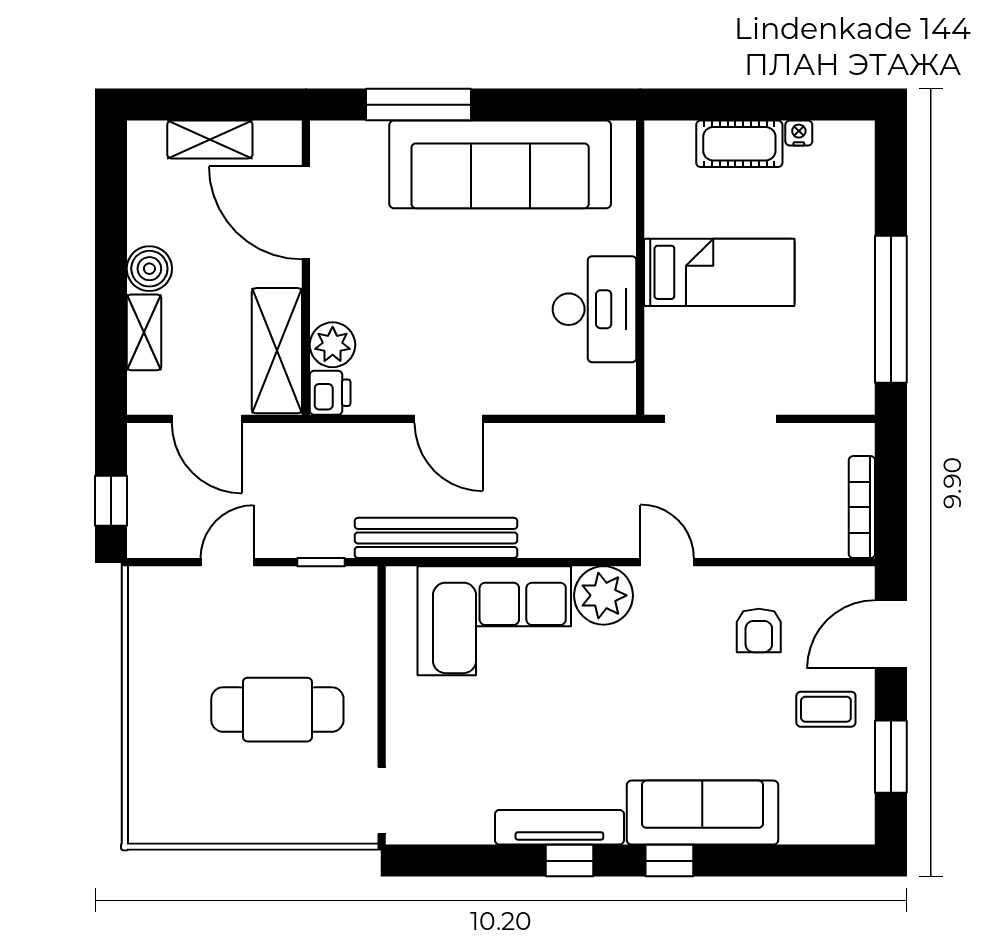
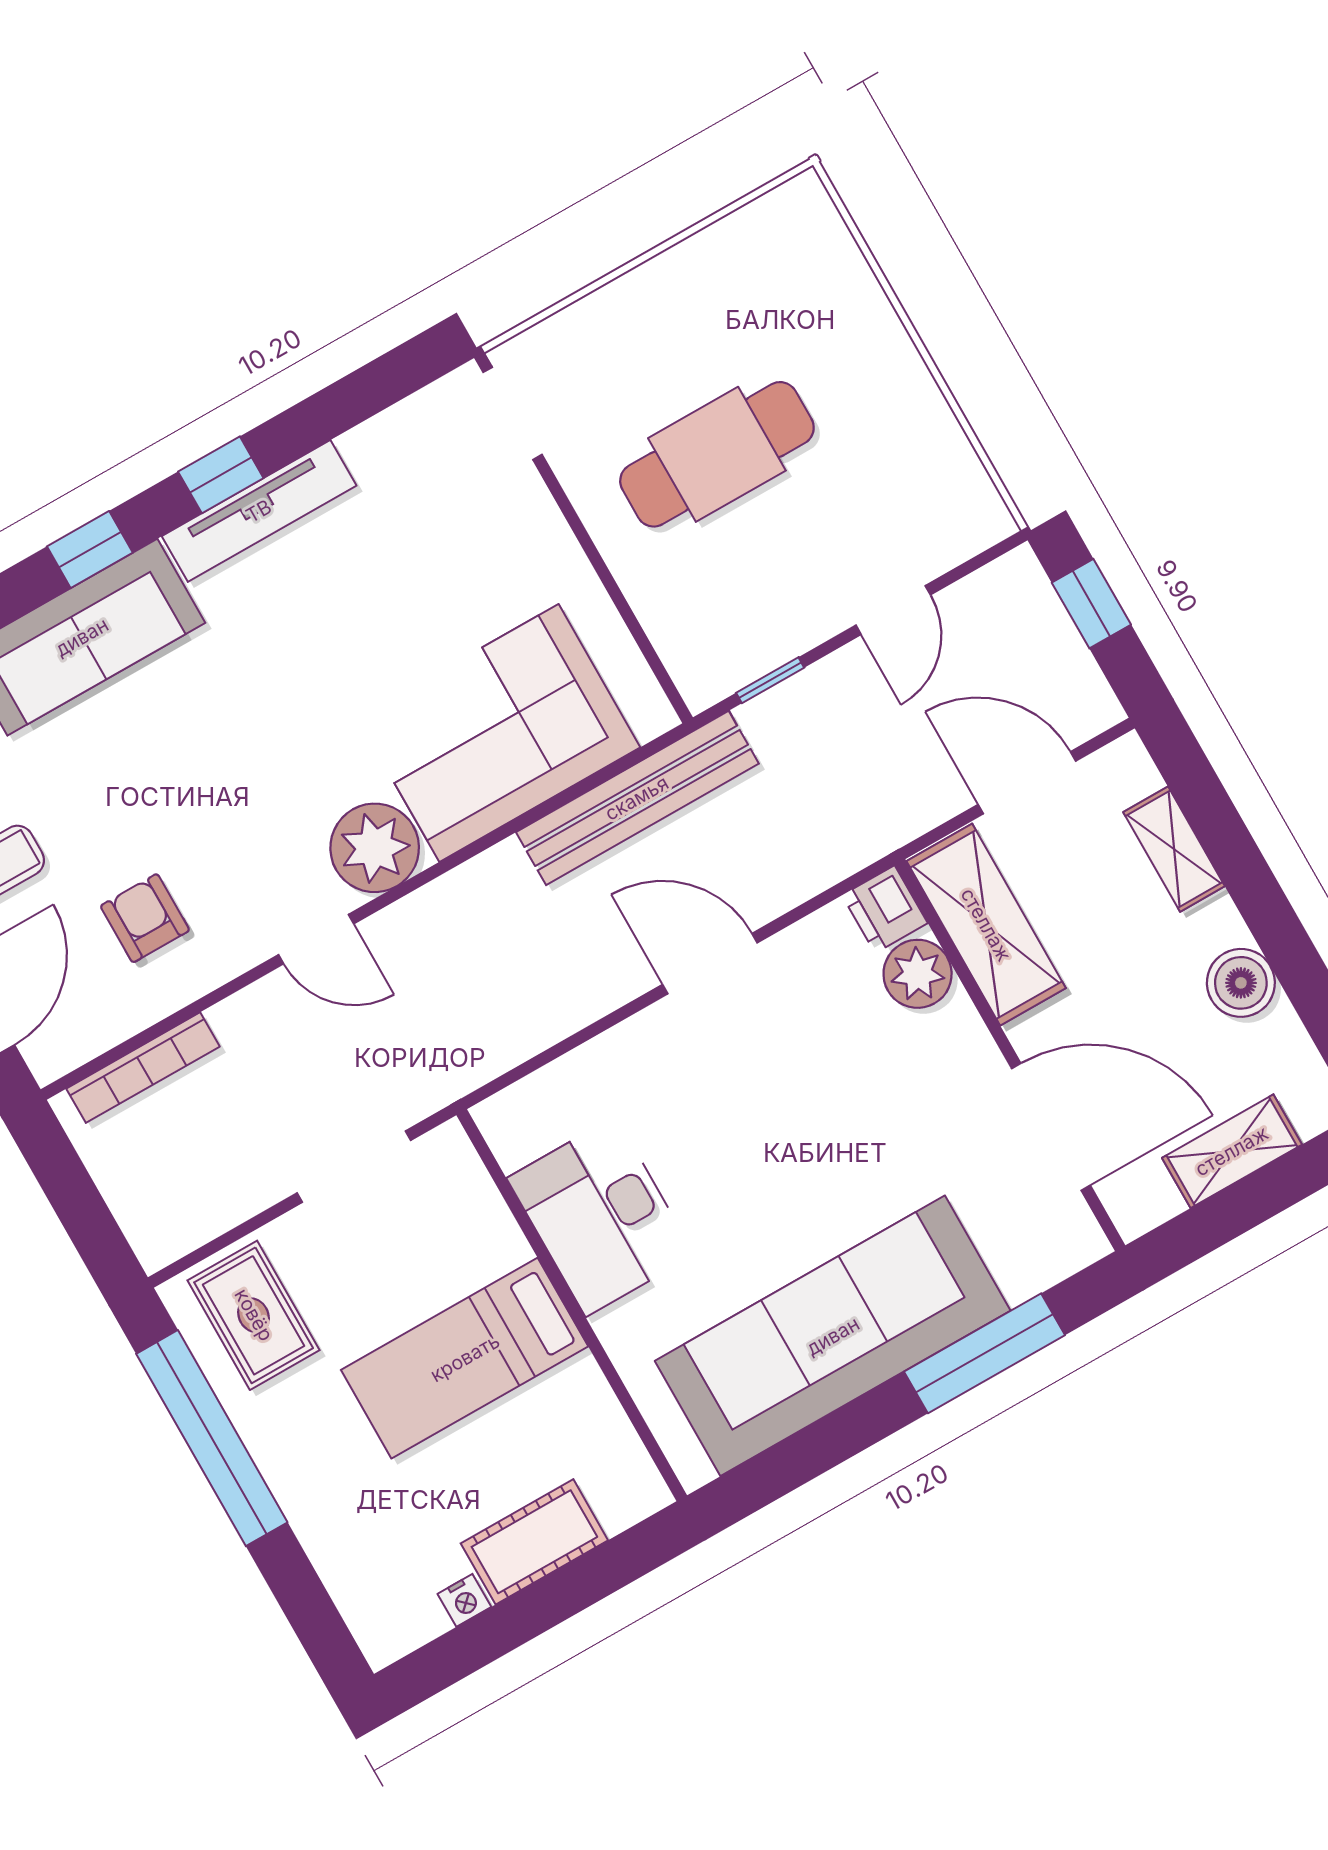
boiler: (149, 269) -> (1241, 983), moved
rug: (827, 366) -> (254, 1315), added
doorway: (720, 419) -> (354, 1167), width x0.73
bookcase: (862, 507) -> (143, 1068), moved, turned 90

